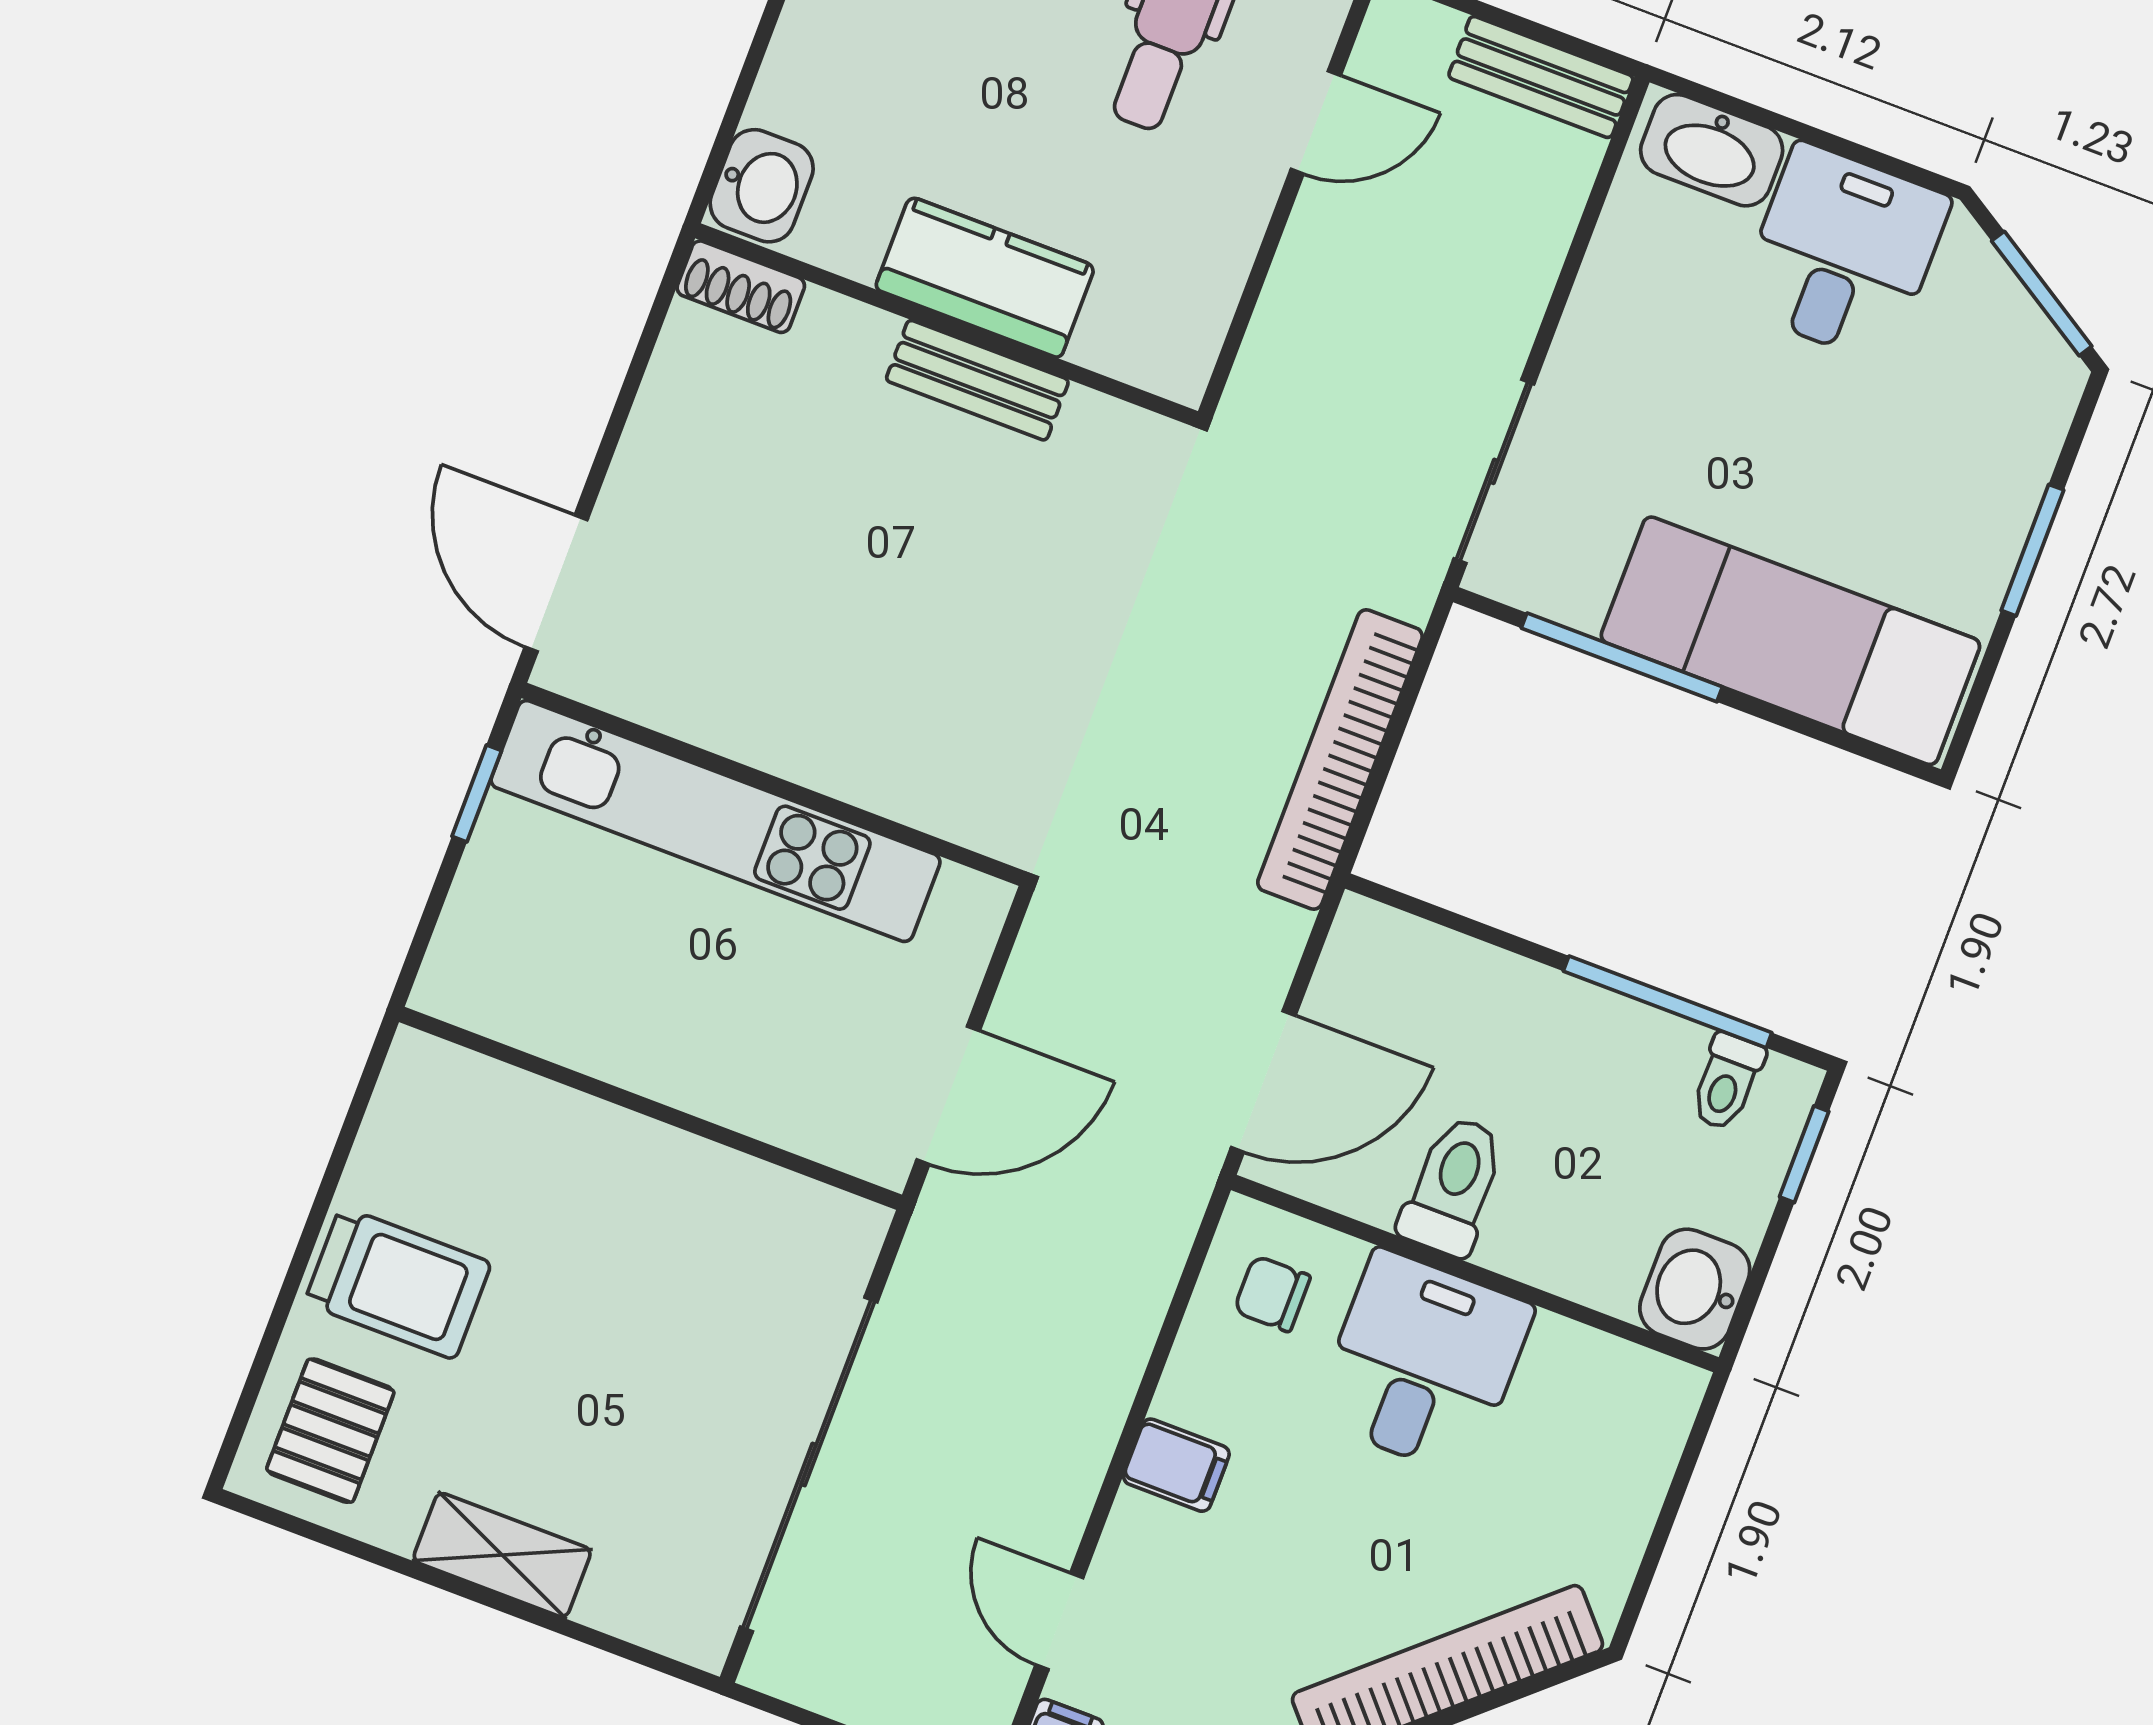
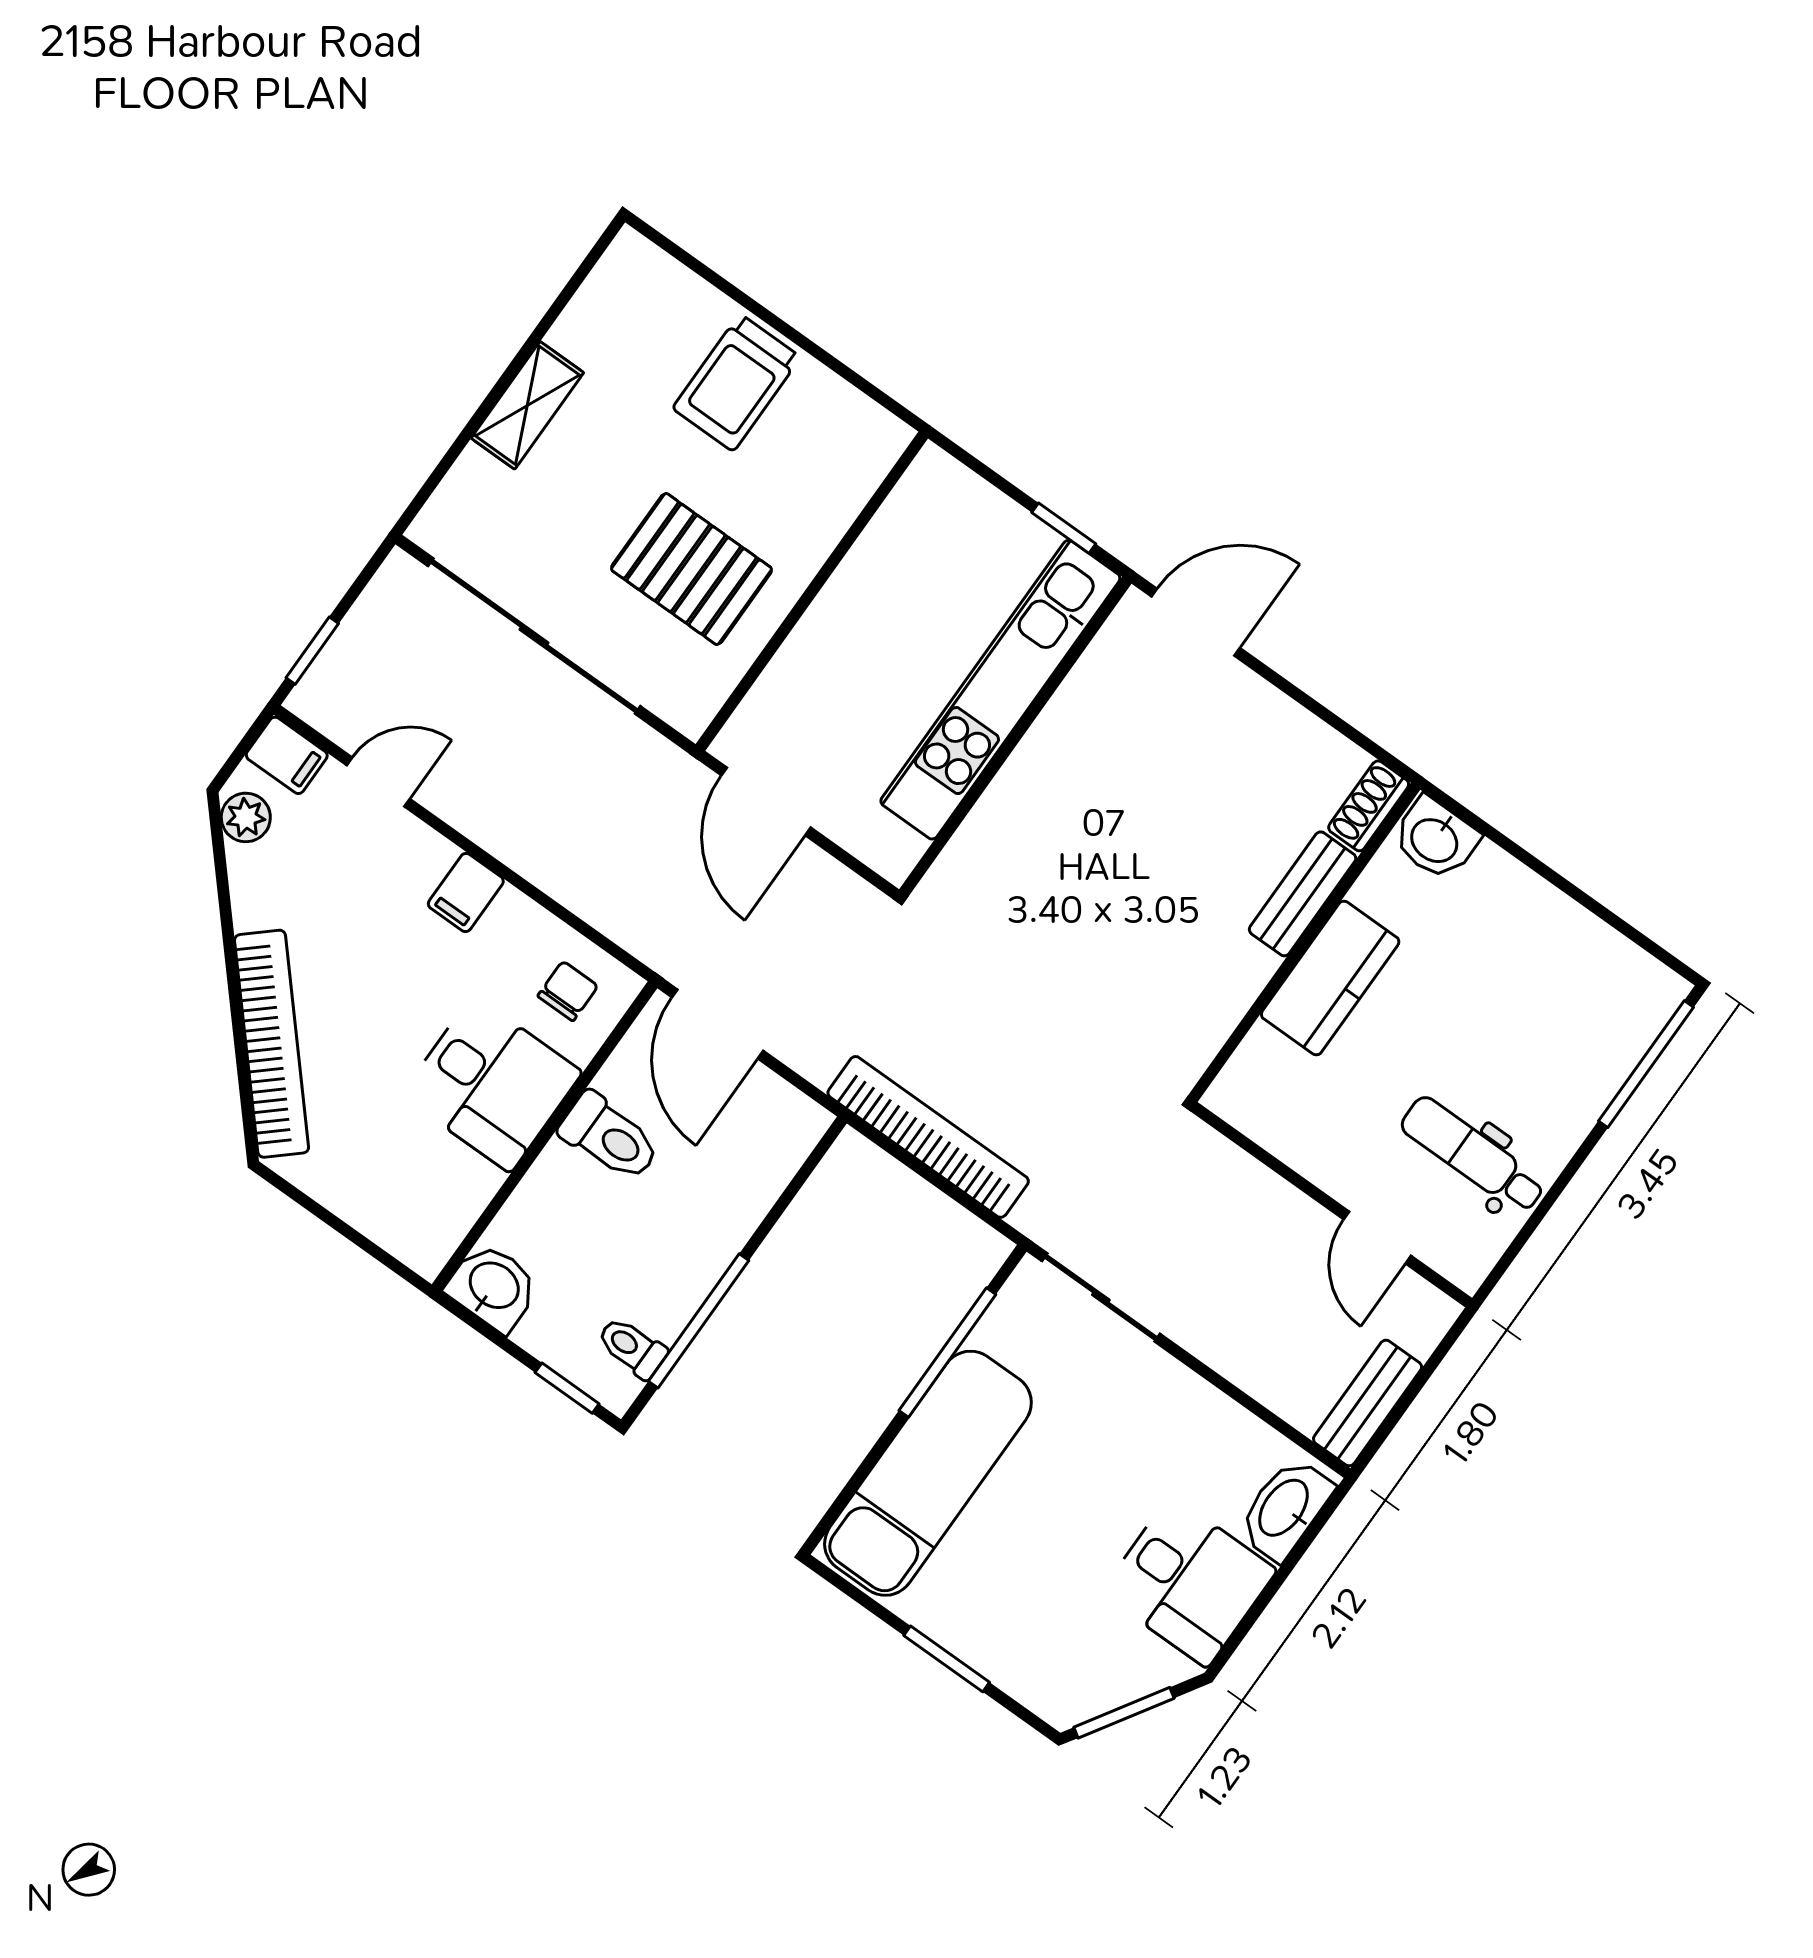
bench: (977, 380) -> (1303, 894), moved
pallet: (330, 1431) -> (692, 569), moved, width x1.50, depth x1.42

